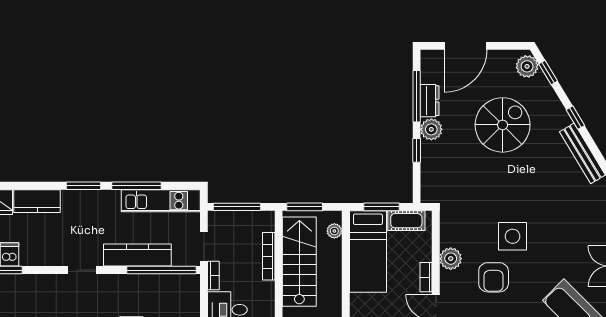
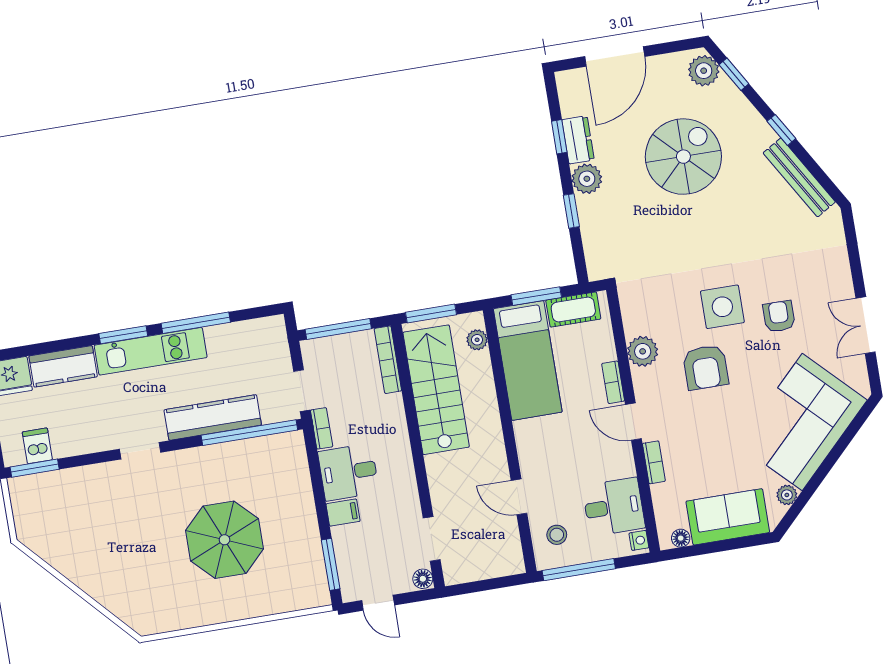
window: (417, 96) -> (559, 137), width x0.46
kitchen unit: (161, 201) -> (151, 351), moved
armchair: (552, 250) -> (779, 316), added
bookcase: (269, 256) -> (388, 360), moved

